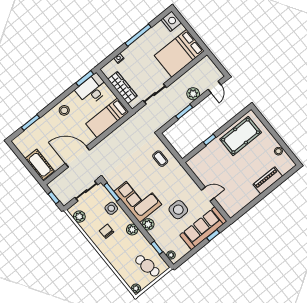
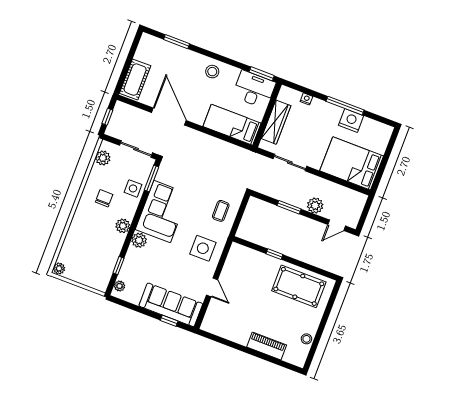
nightstand: (171, 21) -> (351, 121), moved, turned -90
side table: (178, 210) -> (203, 248), moved
cafe table: (147, 266) -> (92, 267), removed

